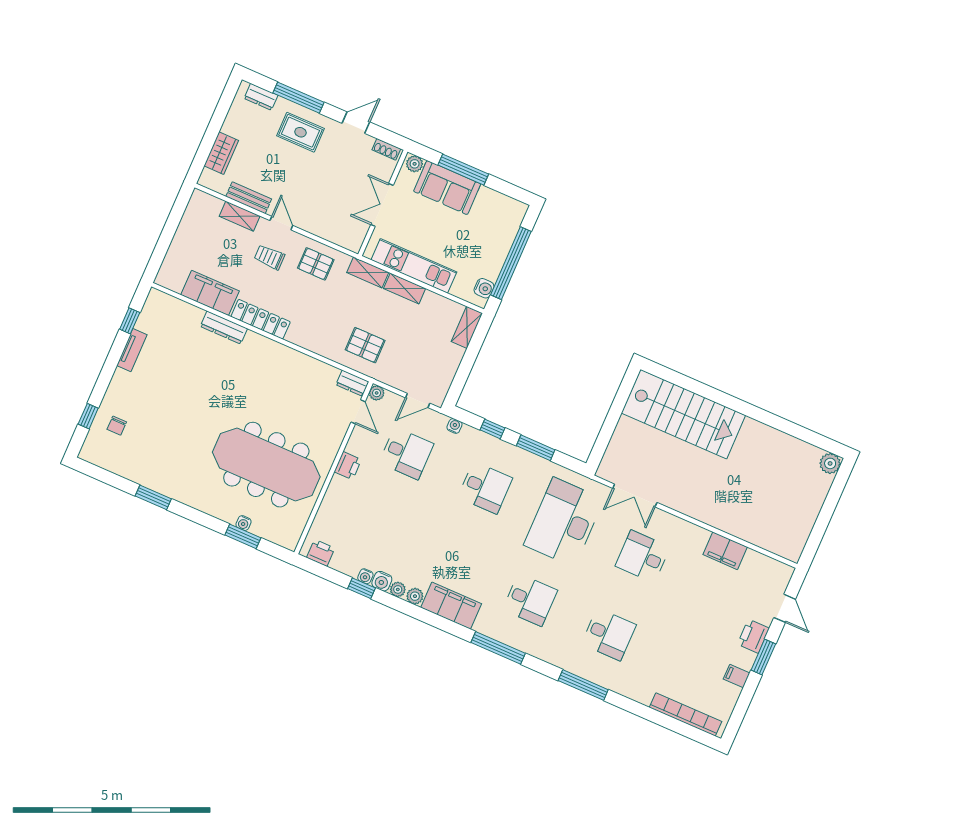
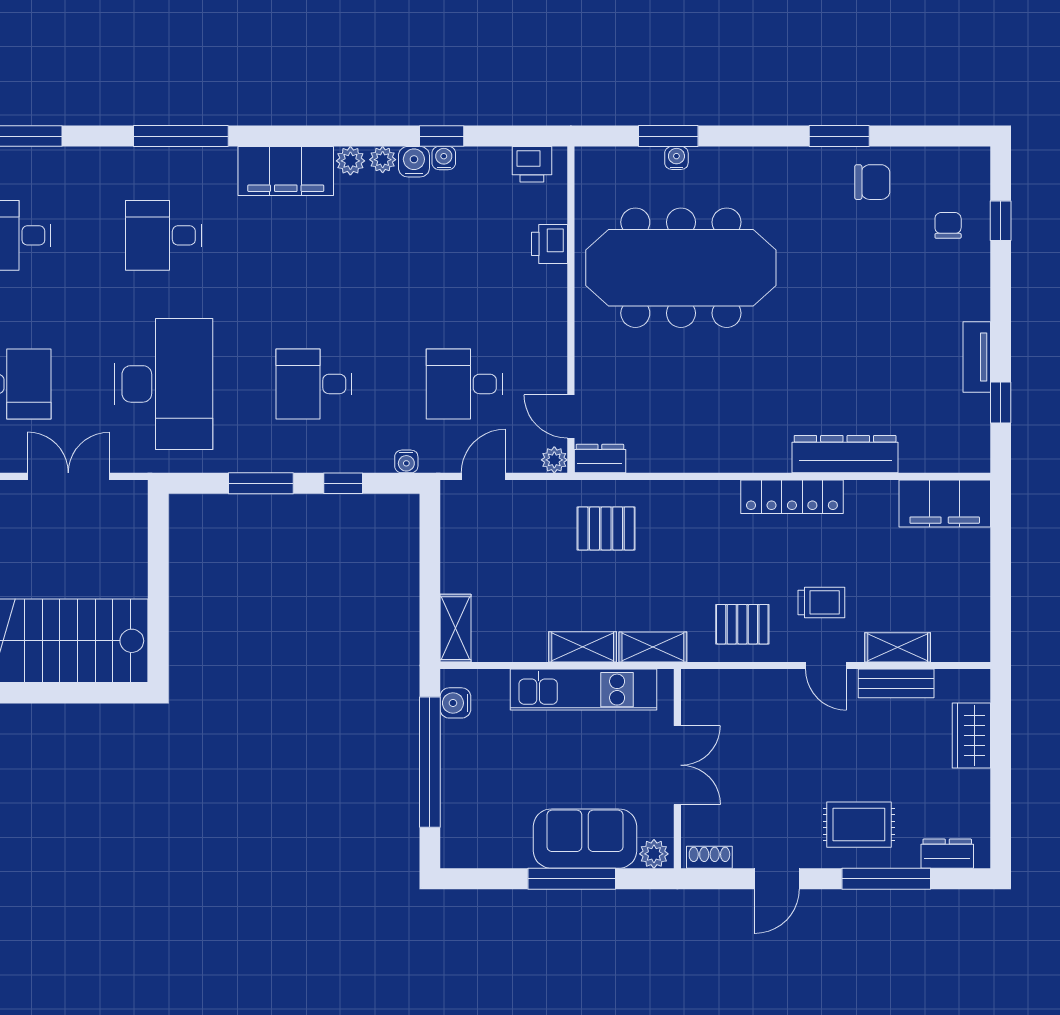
filing cabinet: (210, 293) -> (945, 504), moved
dresser: (224, 327) -> (845, 454), width x1.37, depth x1.24
chair: (147, 466) -> (872, 182), added
printer: (348, 466) -> (550, 244), moved

